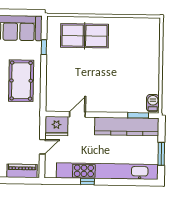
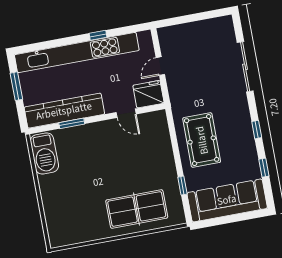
barbecue: (153, 103) -> (44, 153), width x1.88, depth x1.53
door: (77, 114) -> (126, 113), hinge flipped
window: (138, 115) -> (72, 123), moved
piano: (22, 171) -> (179, 32), removed

